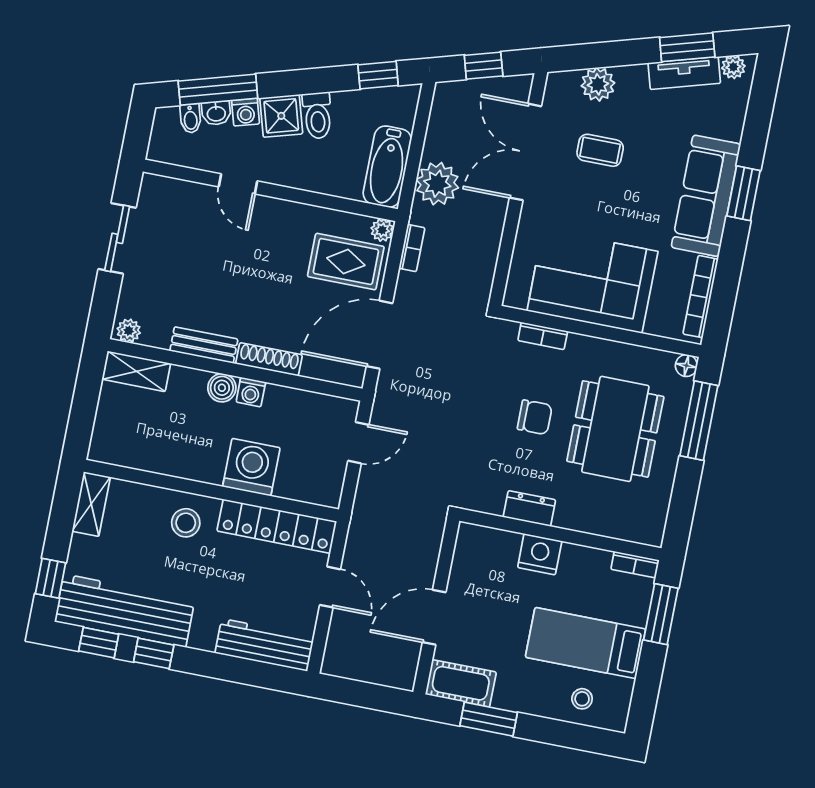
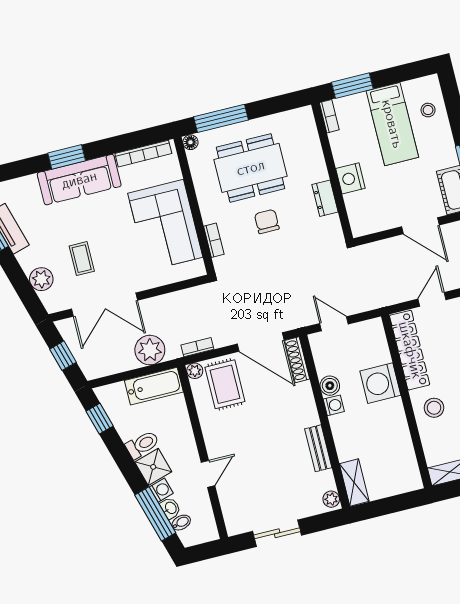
shoe rack: (269, 359) -> (297, 360), moved
boiler: (222, 388) -> (330, 386), moved

